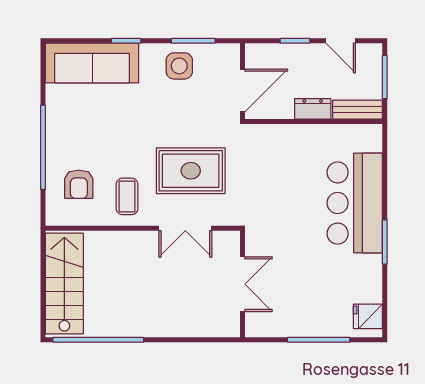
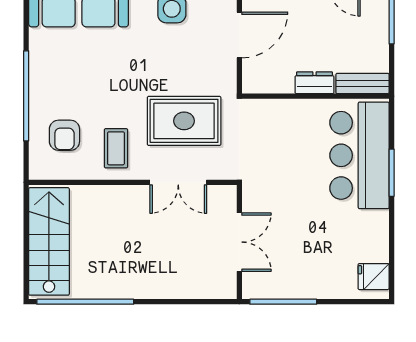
dresser: (313, 109) -> (314, 83), moved
bench: (358, 110) -> (362, 83), moved
wall: (314, 122) -> (315, 96), moved
window: (385, 242) -> (392, 173), moved
window: (319, 340) -> (283, 302), moved

